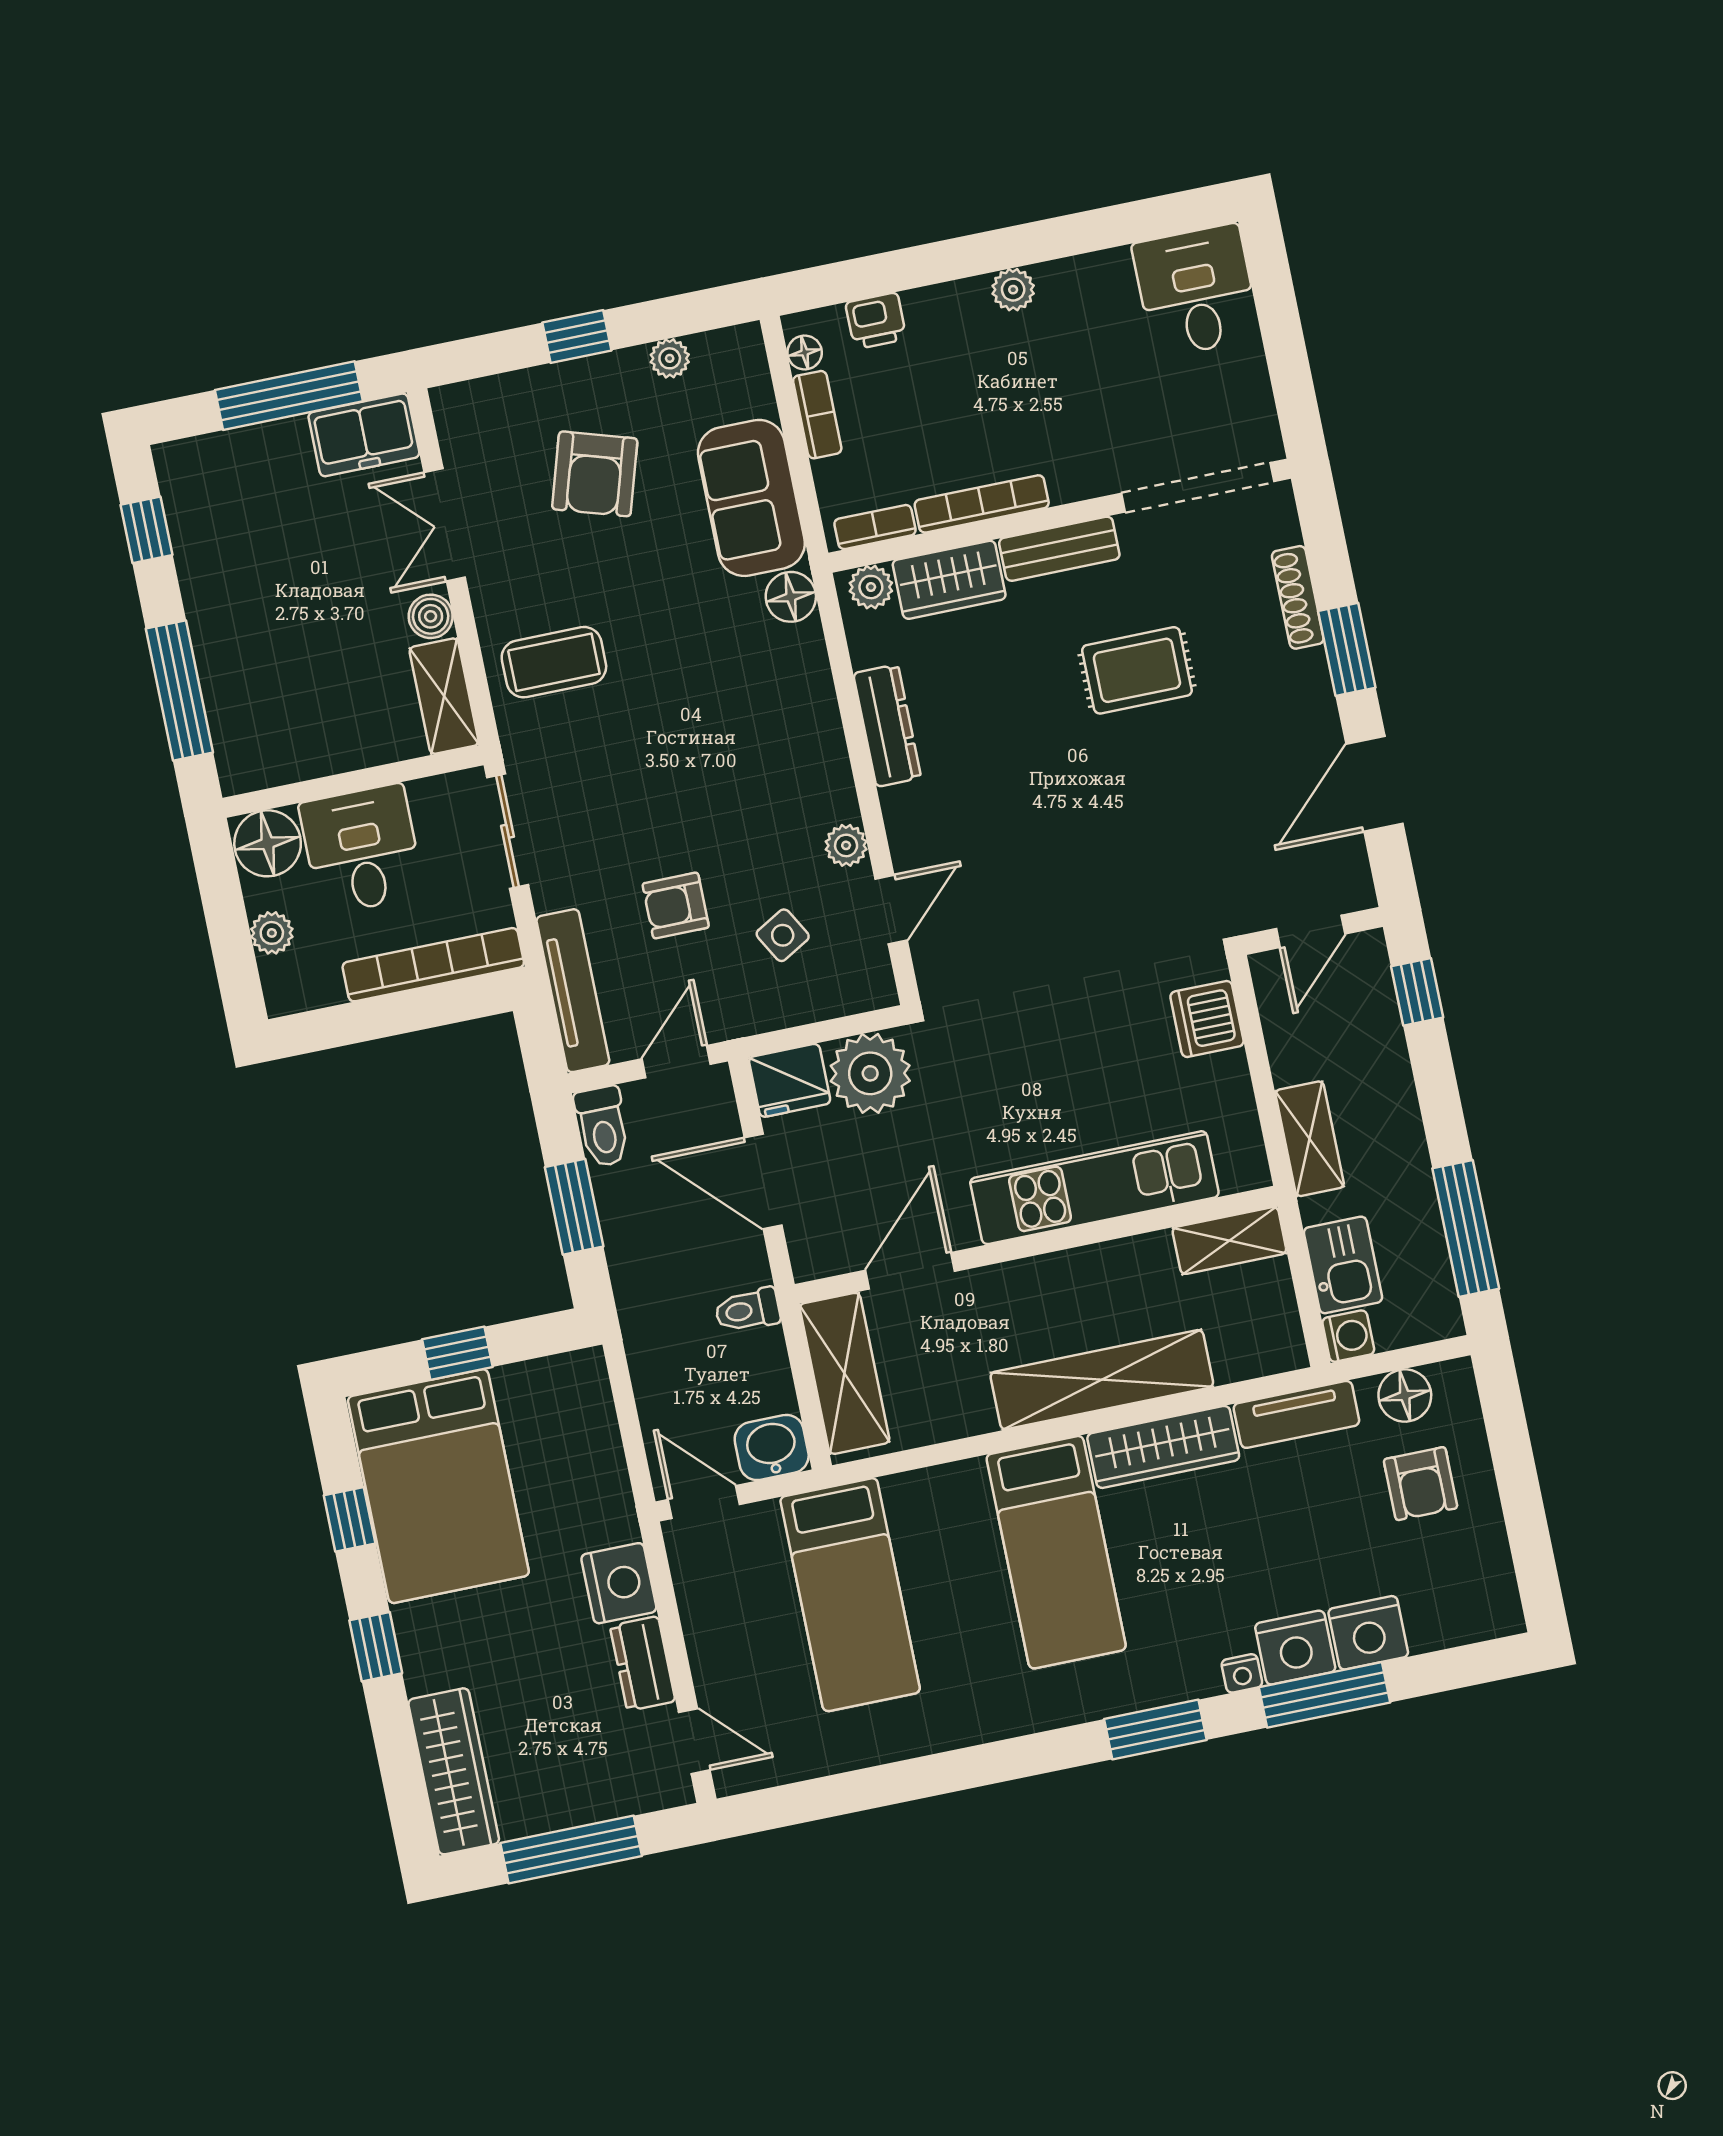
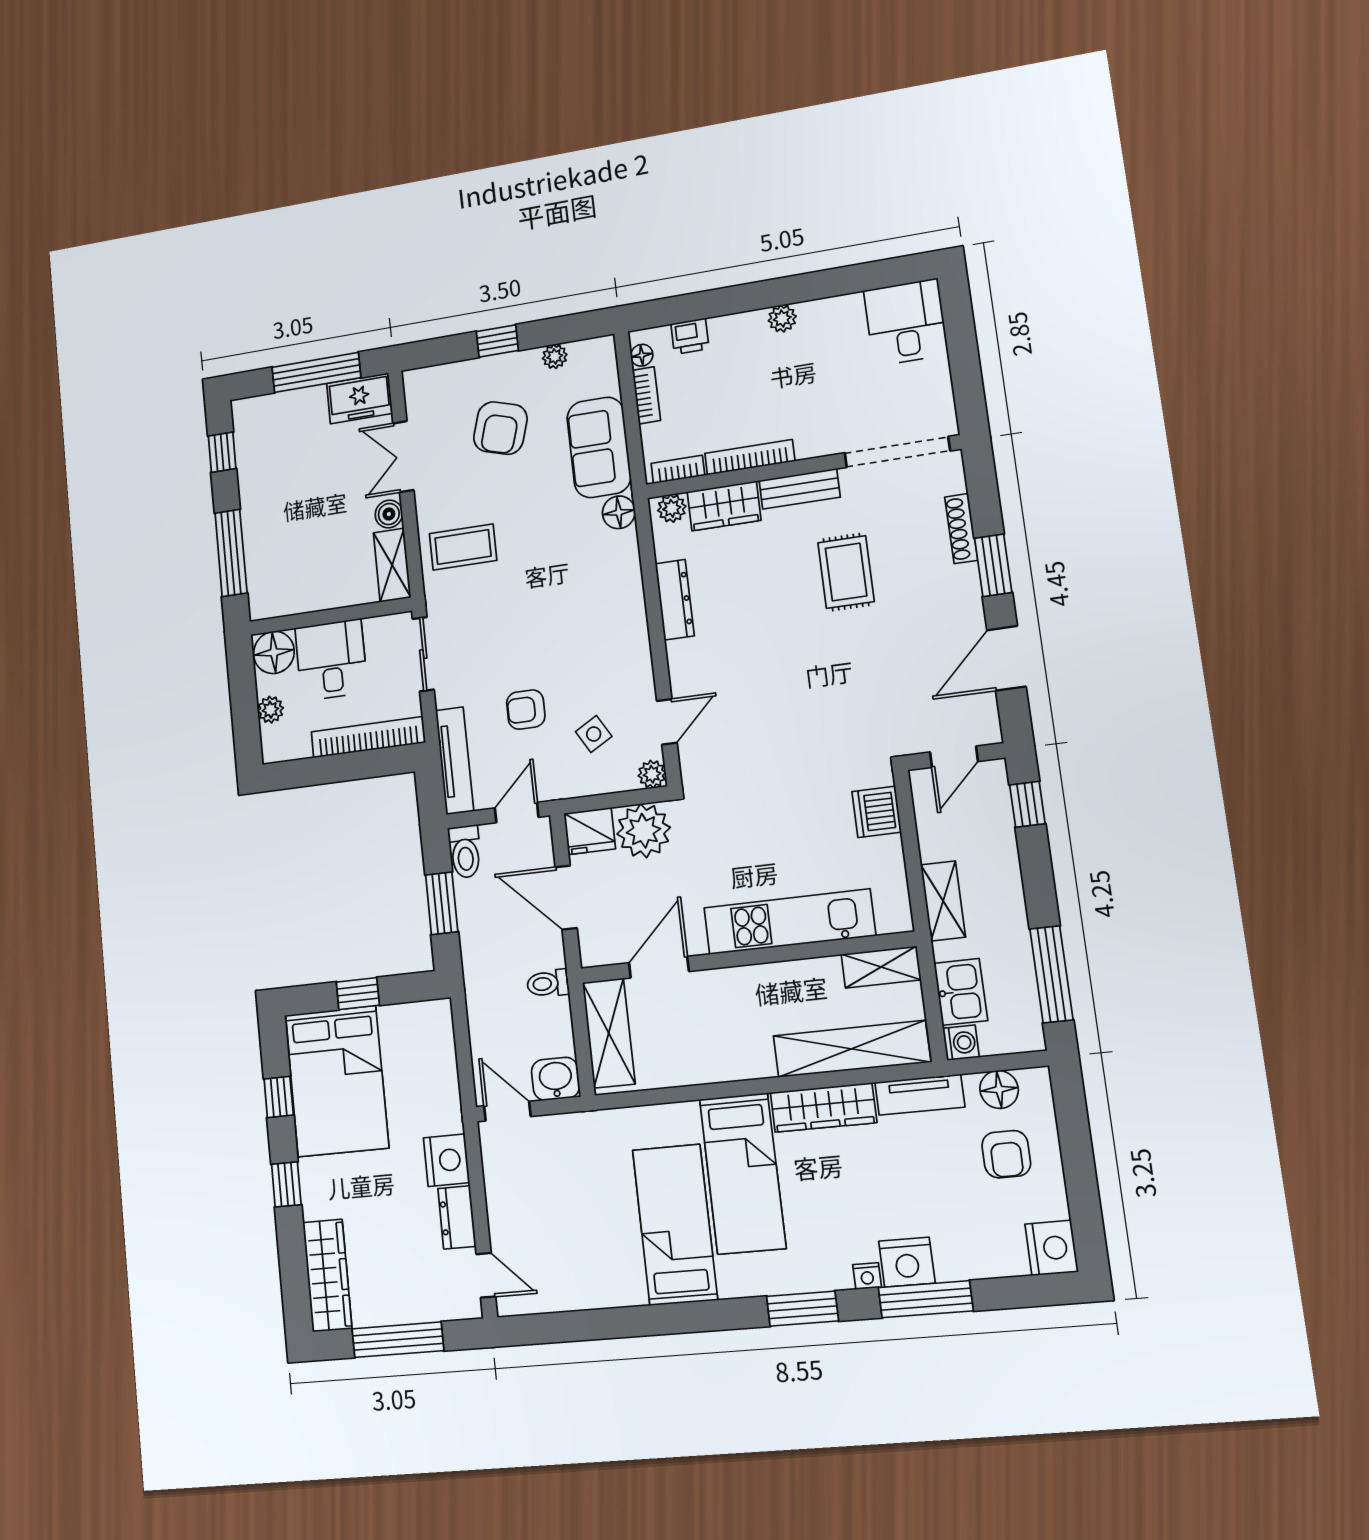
rug: (1137, 670) -> (846, 572), turned 90
plant: (846, 845) -> (652, 774), moved
shelving: (1102, 1380) -> (852, 1049), moved
bed: (850, 1595) -> (675, 1225), moved, turned 180
nightstand: (1368, 1633) -> (1052, 1248), moved, turned -90

